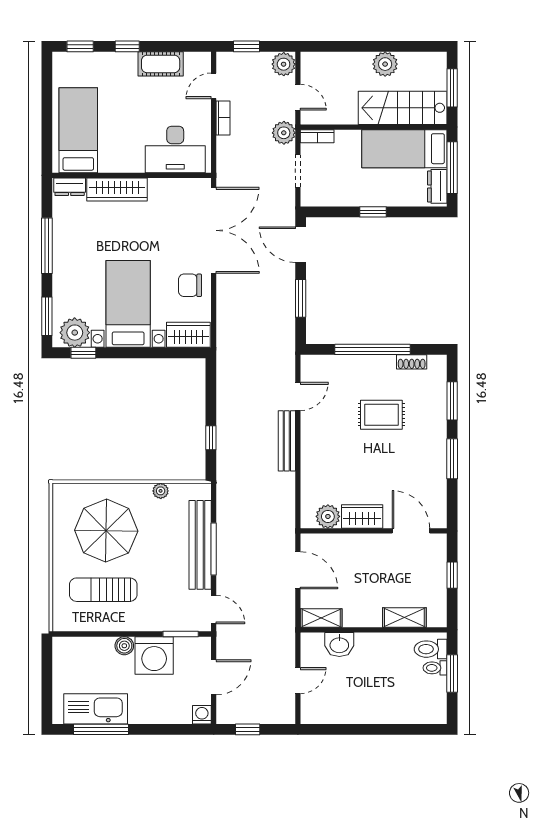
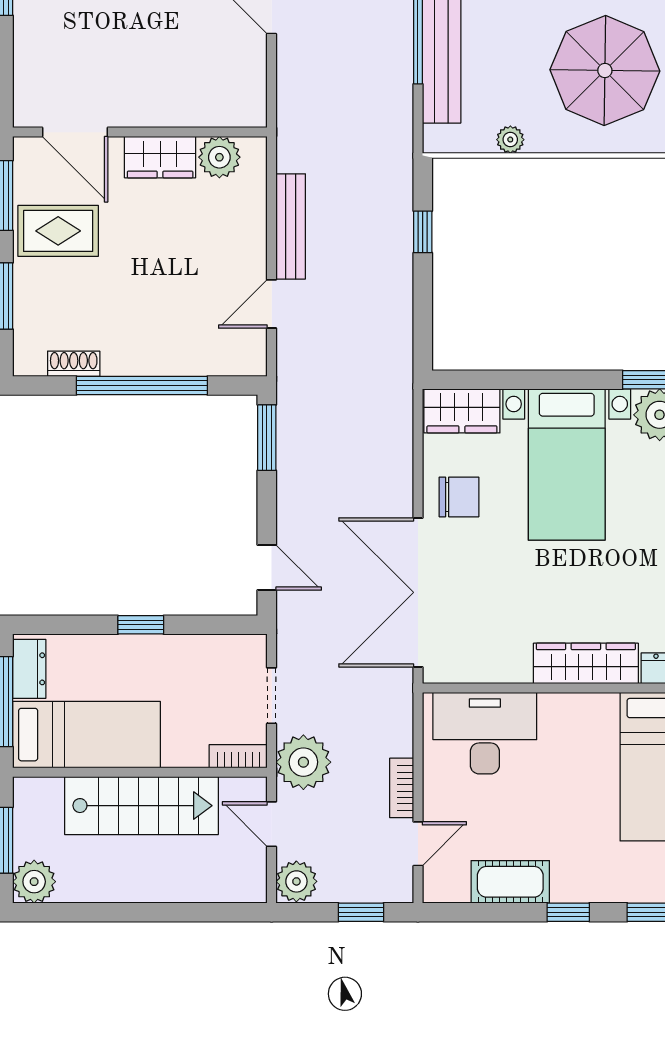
plant: (385, 64) -> (34, 882), moved
stairs: (403, 108) -> (141, 806), moved
plant: (284, 133) -> (303, 762), width x1.36, depth x1.36
door: (301, 245) -> (267, 568), width x0.73
window: (301, 298) -> (267, 438), moved
rug: (381, 415) -> (58, 231), moved
plant: (328, 516) -> (219, 157), moved
wardrobe: (362, 517) -> (160, 157), moved
wall: (374, 531) -> (140, 132), moved
door: (411, 531) -> (75, 132), moved

